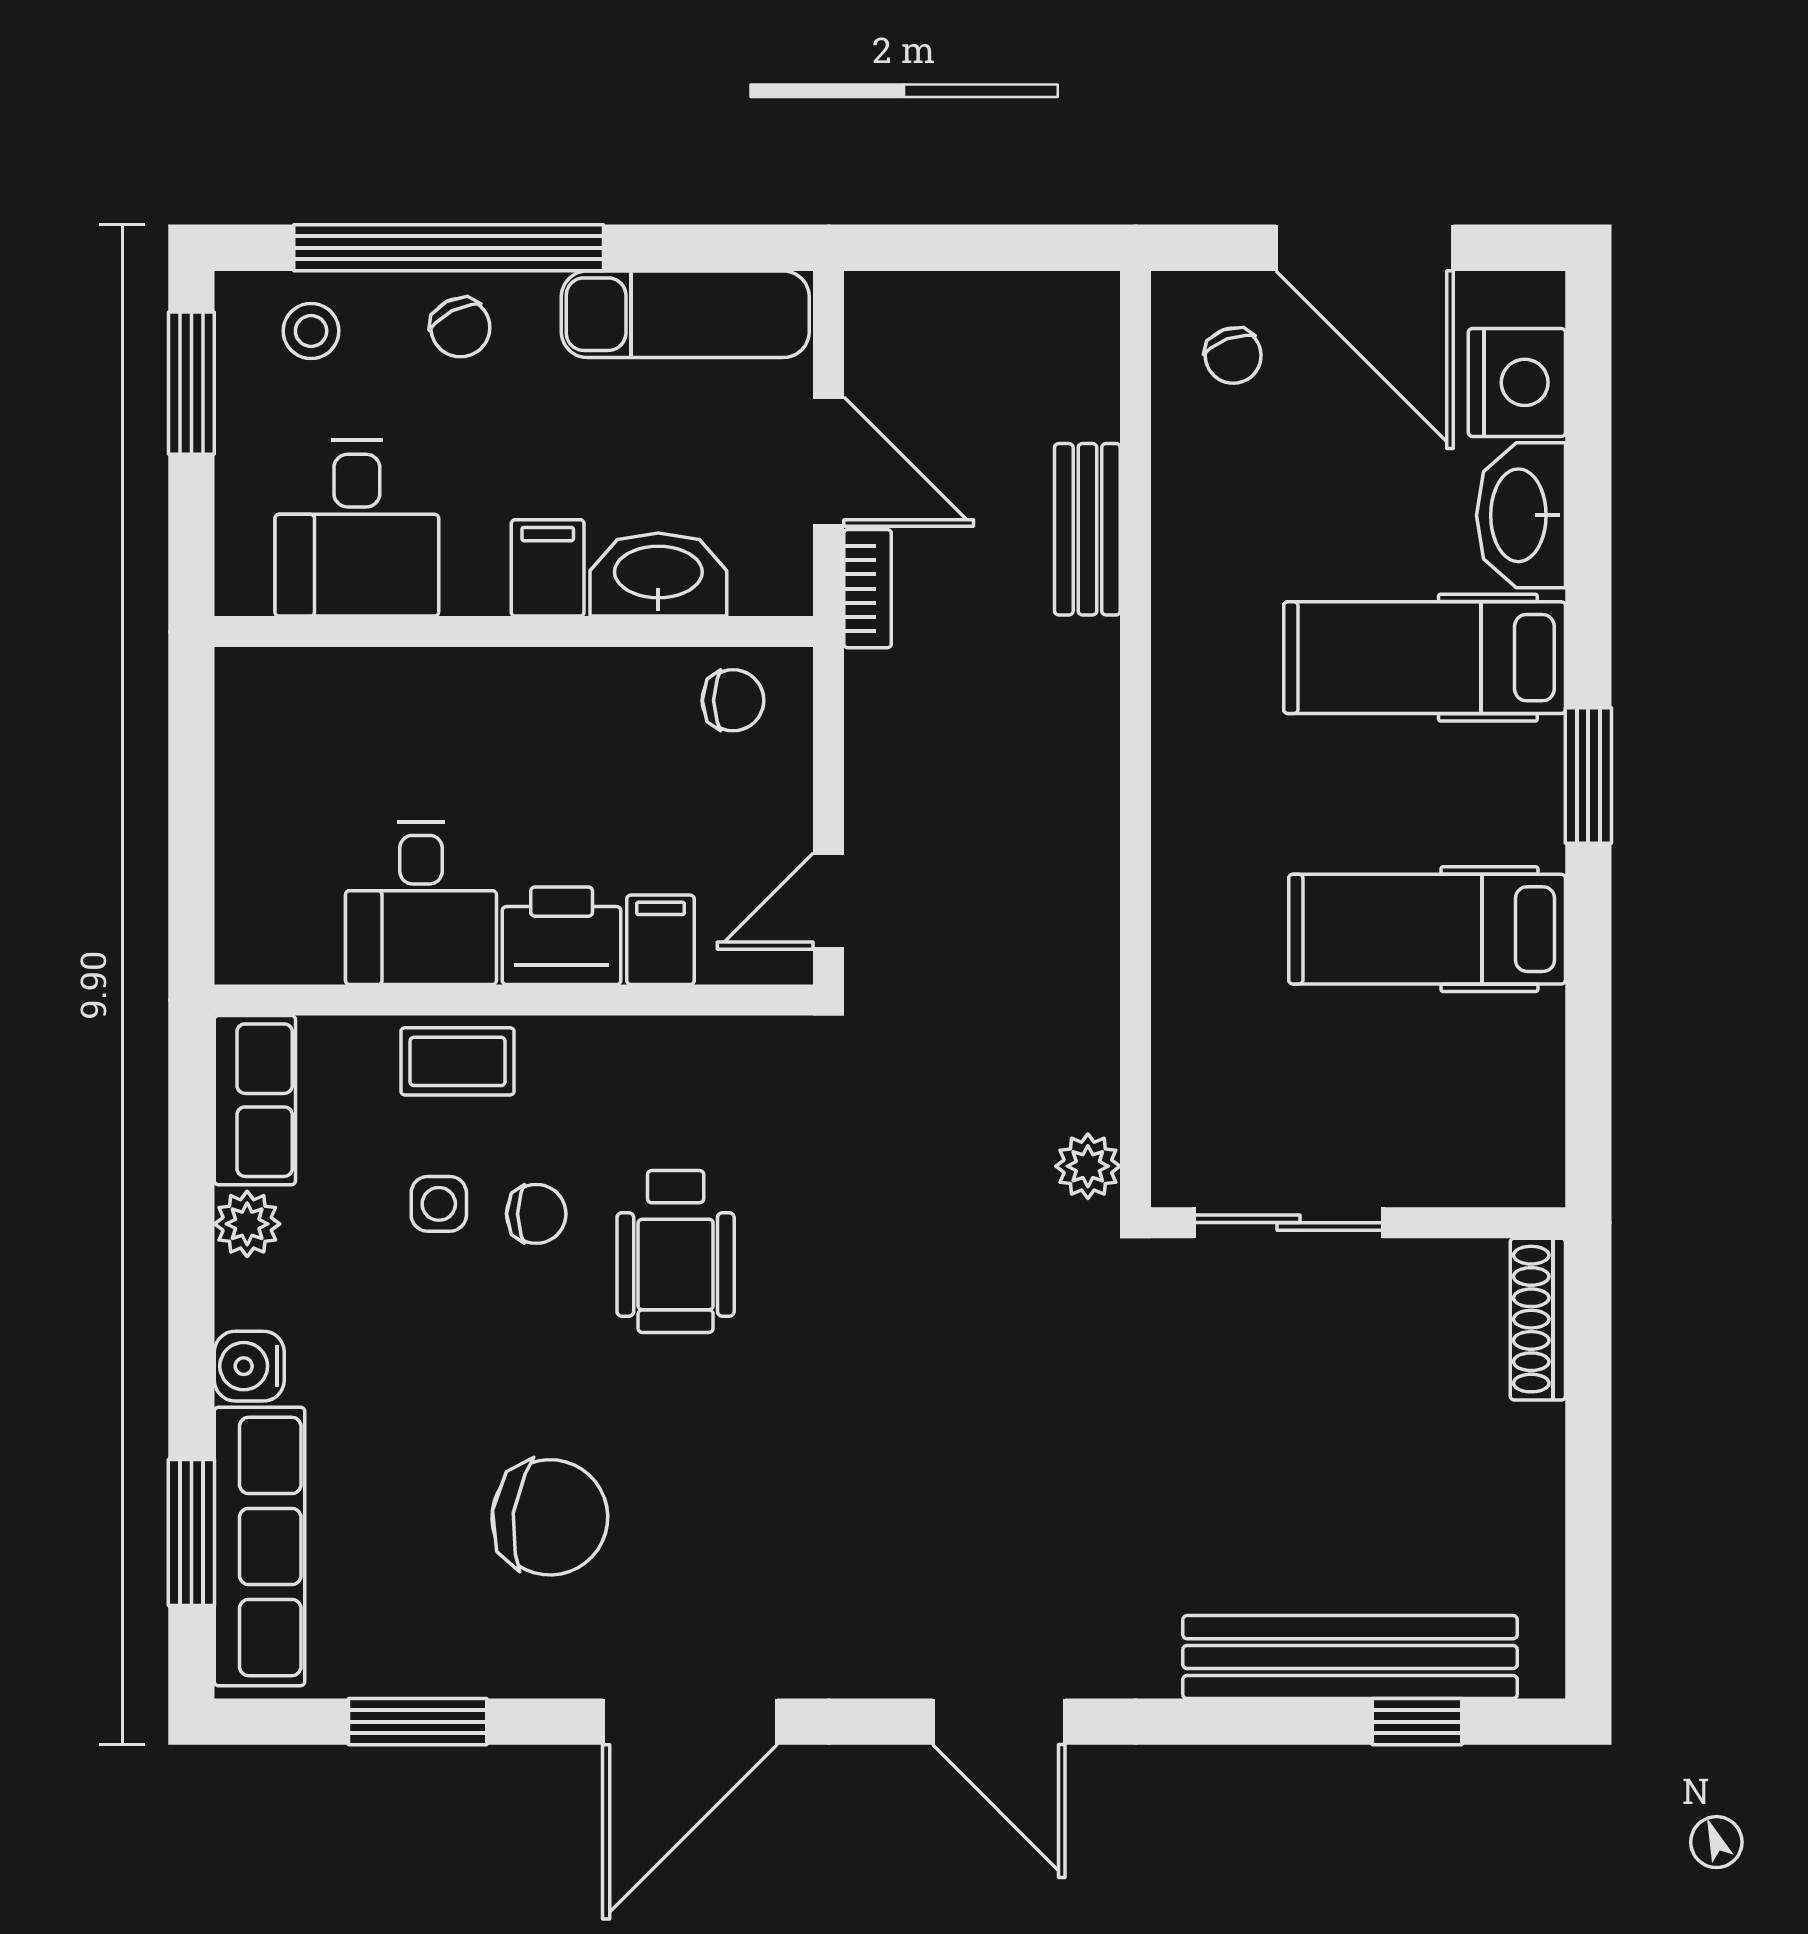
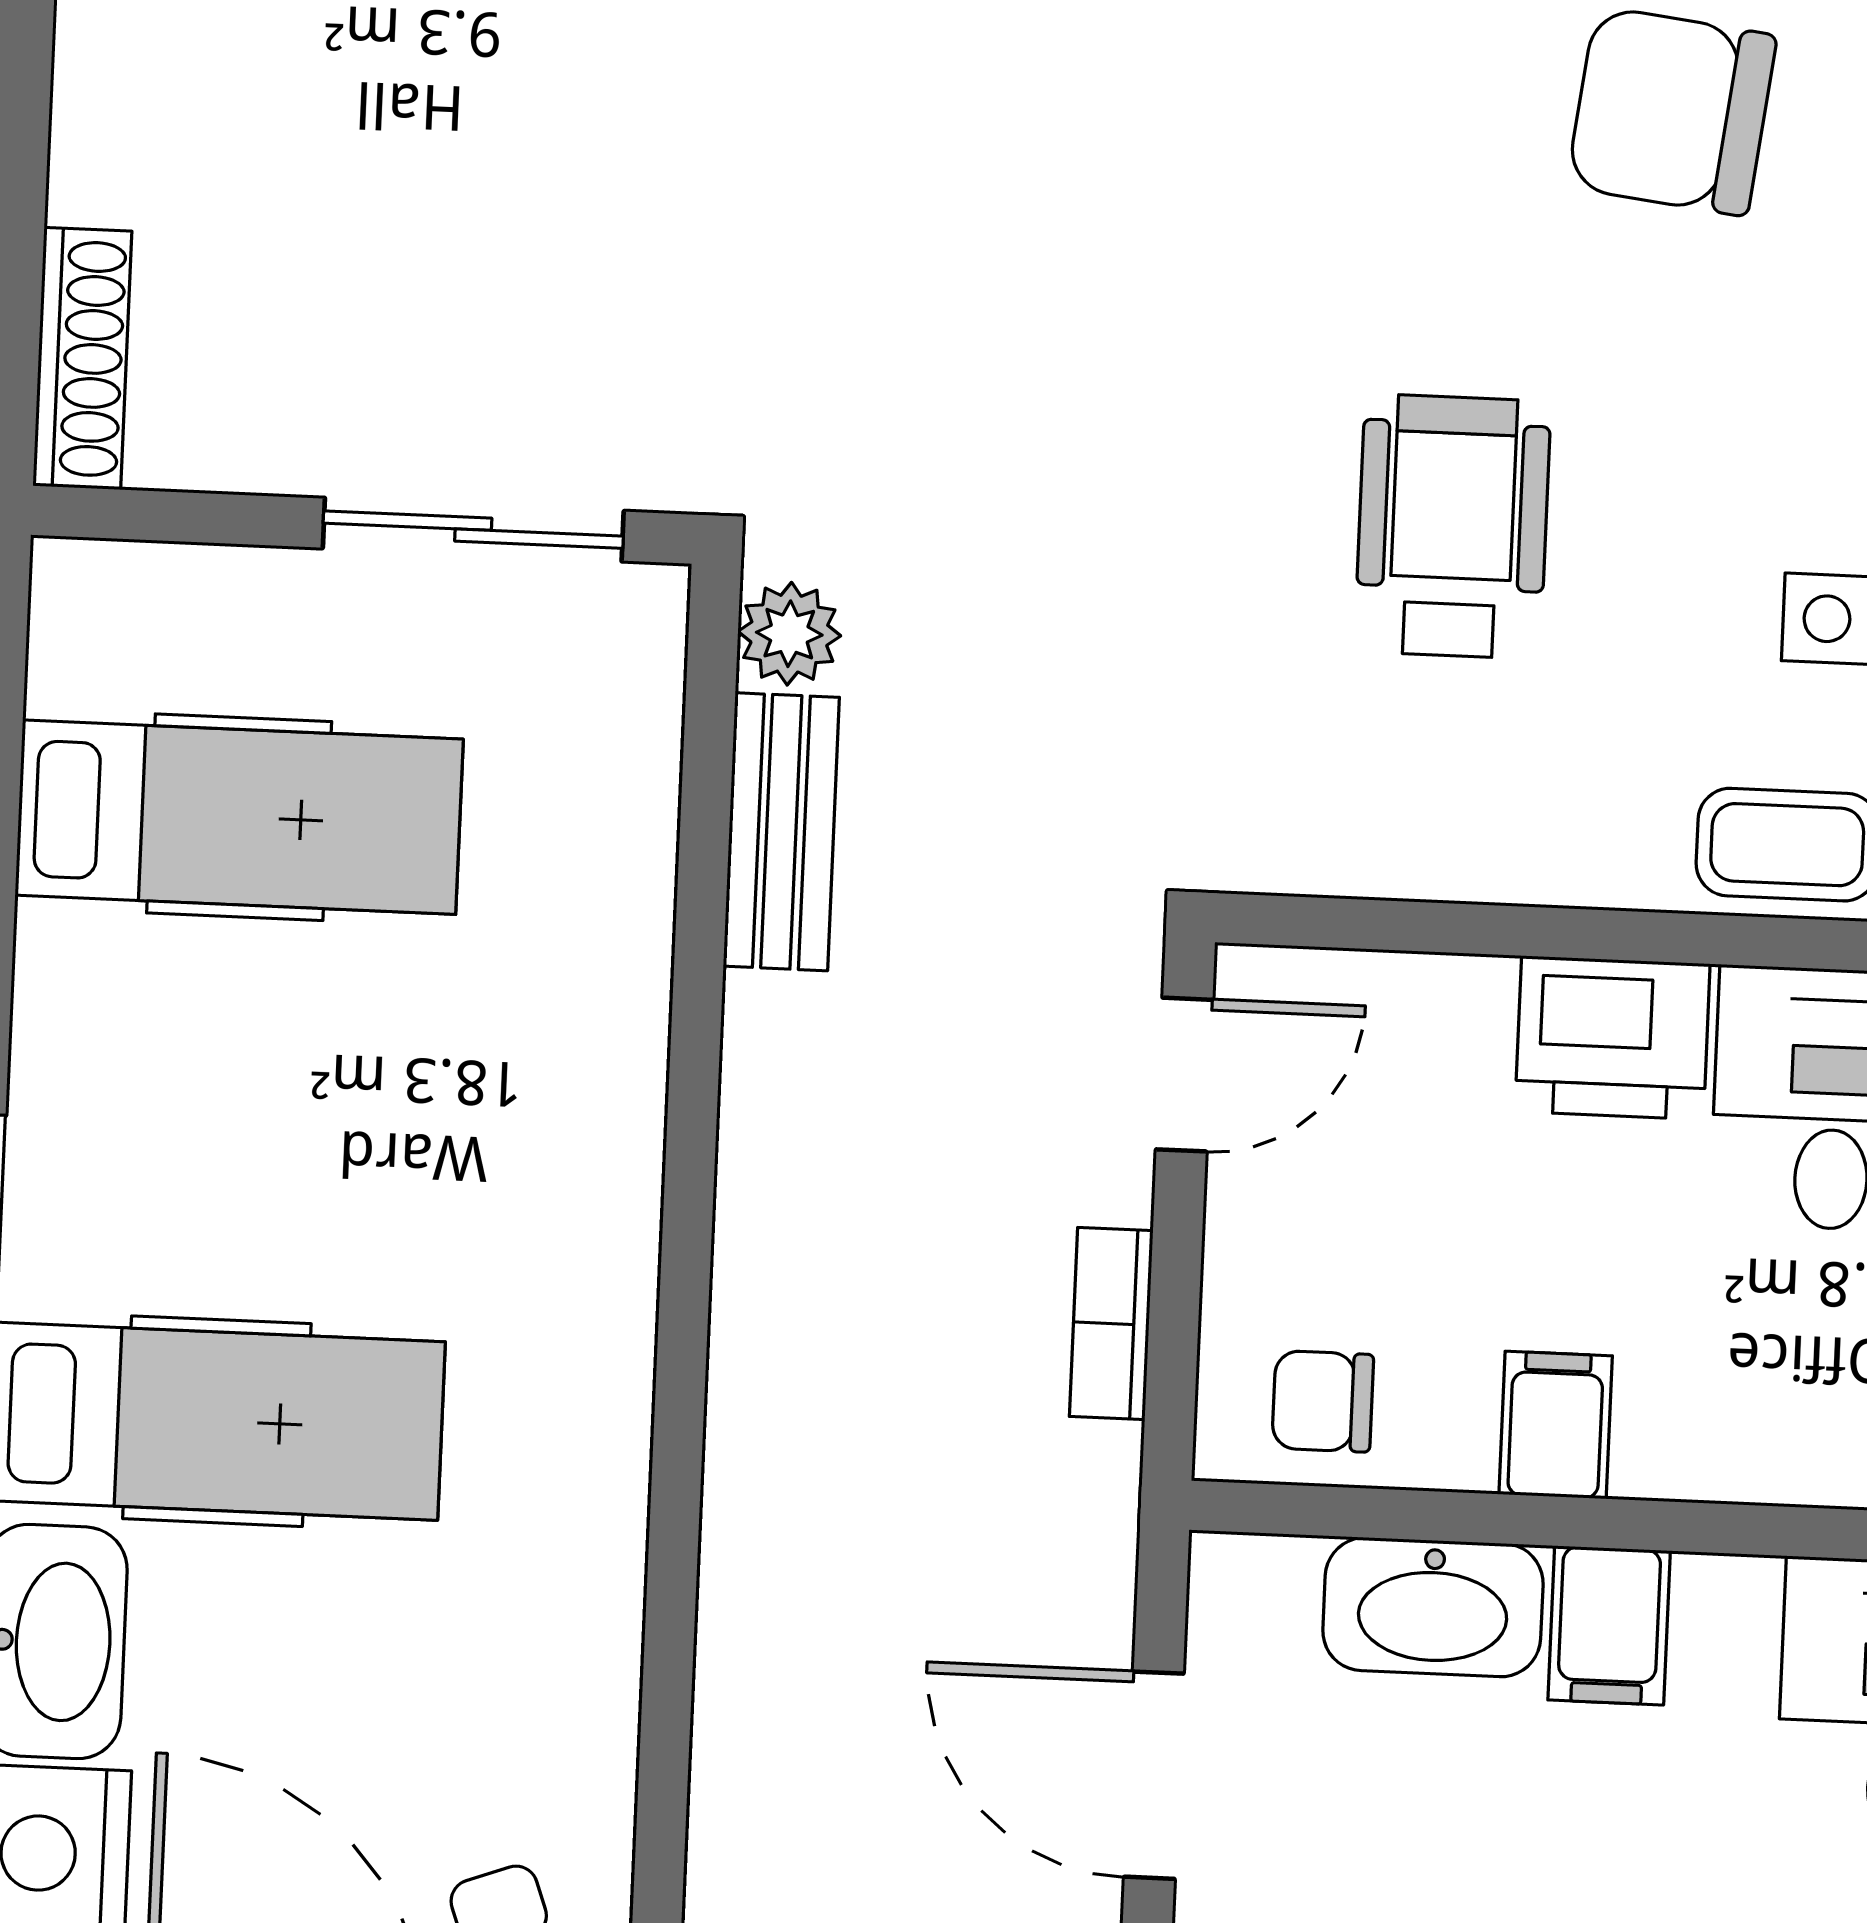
bench: (1087, 529) -> (781, 832), moved
bookcase: (868, 589) -> (1111, 1324), moved
hospital bed: (1427, 929) -> (239, 817), moved
filing cabinet: (660, 940) -> (1556, 1425), moved, turned 180
chair: (536, 1214) -> (1672, 596), removed

